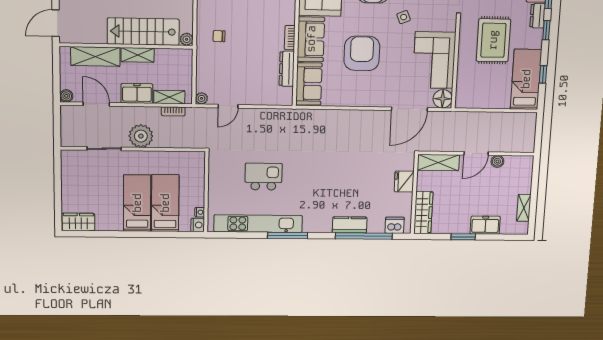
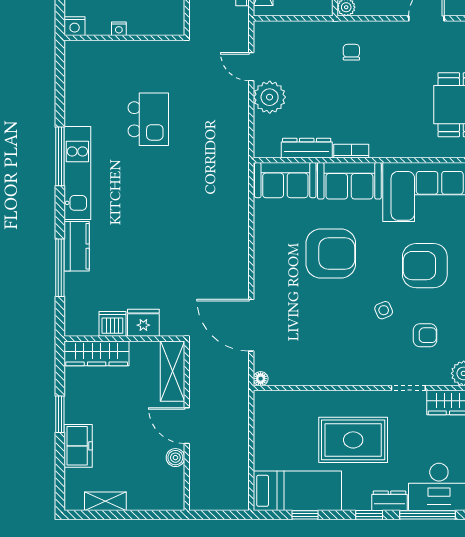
corner sofa: (434, 60) -> (323, 357), removed
plant: (202, 98) -> (270, 97), moved, width x1.88, depth x1.88
floor lamp: (443, 99) -> (261, 379), width x0.53, depth x0.53
nightstand: (200, 212) -> (119, 29), moved
kitchen unit: (258, 224) -> (77, 173), moved, width x0.73
dishwasher: (395, 225) -> (112, 324), moved, turned -90
window: (364, 236) -> (60, 268), width x0.68

